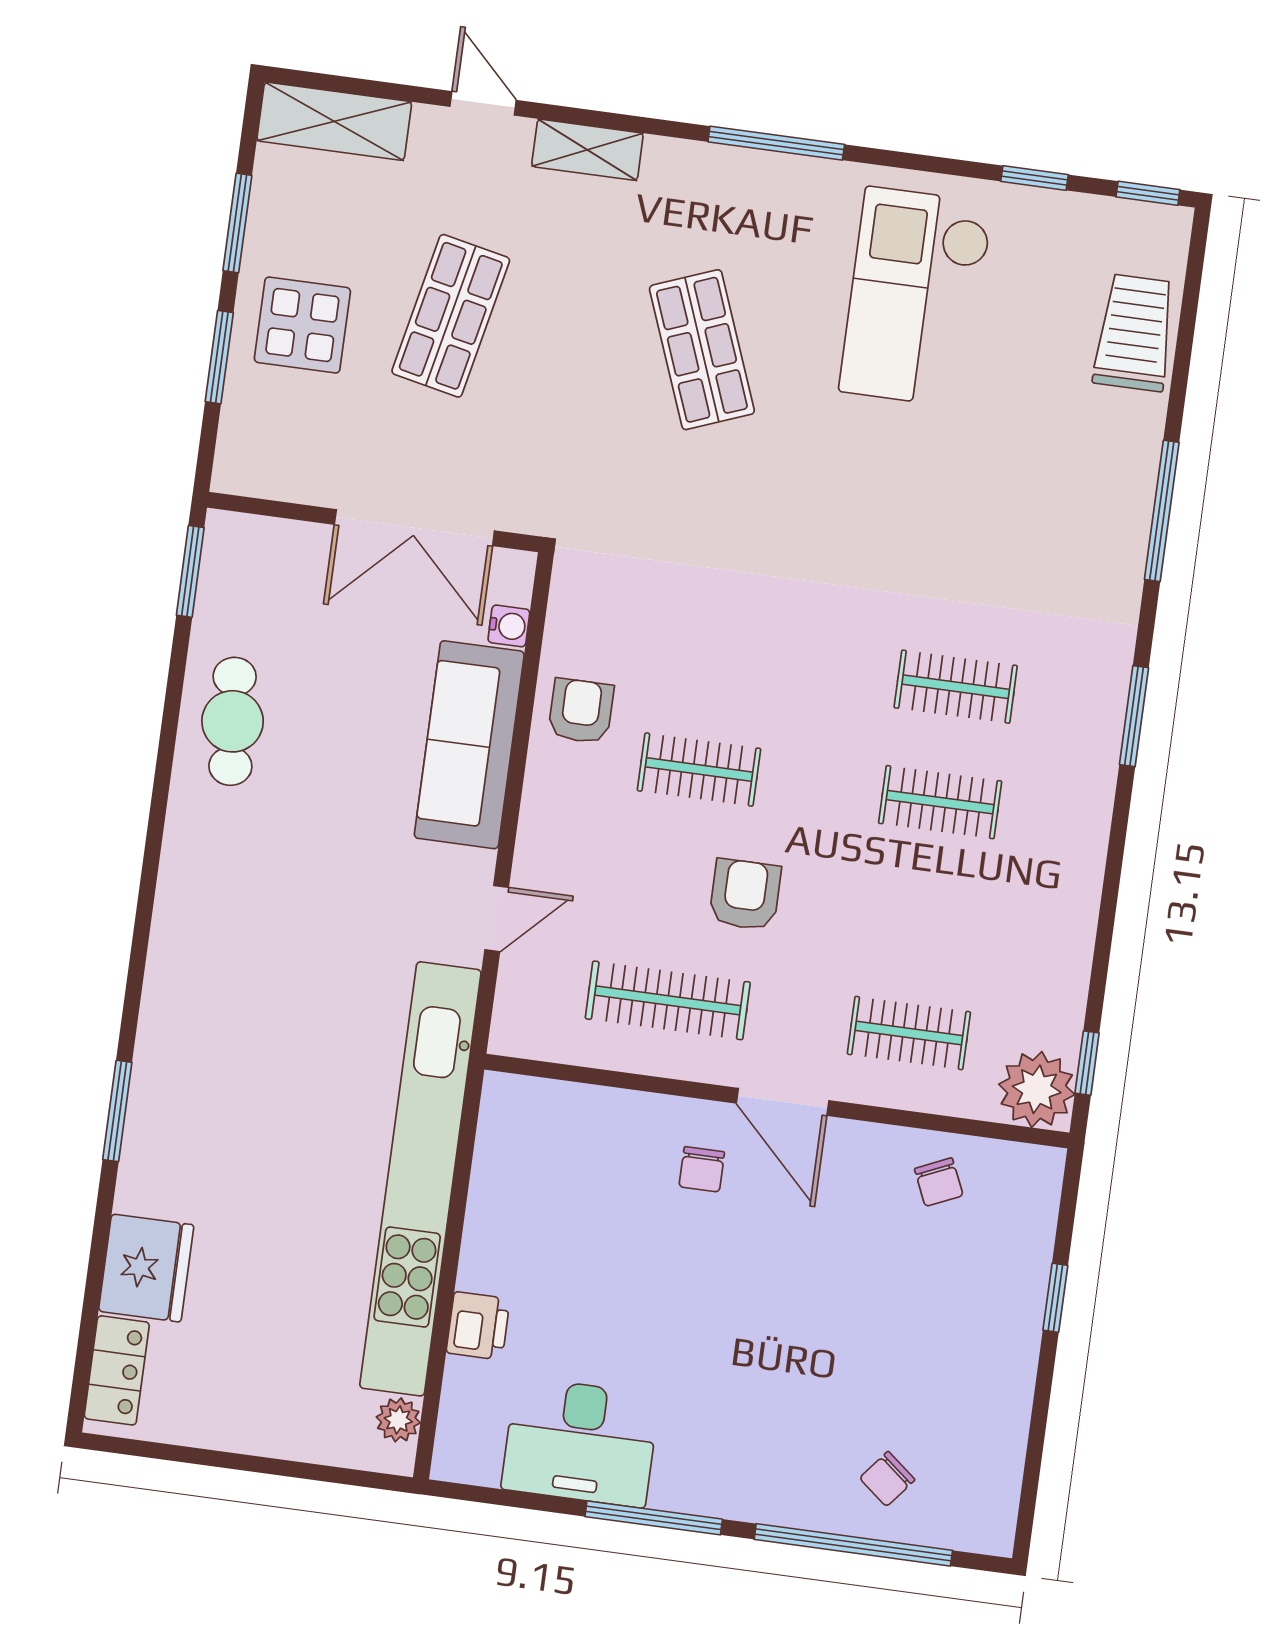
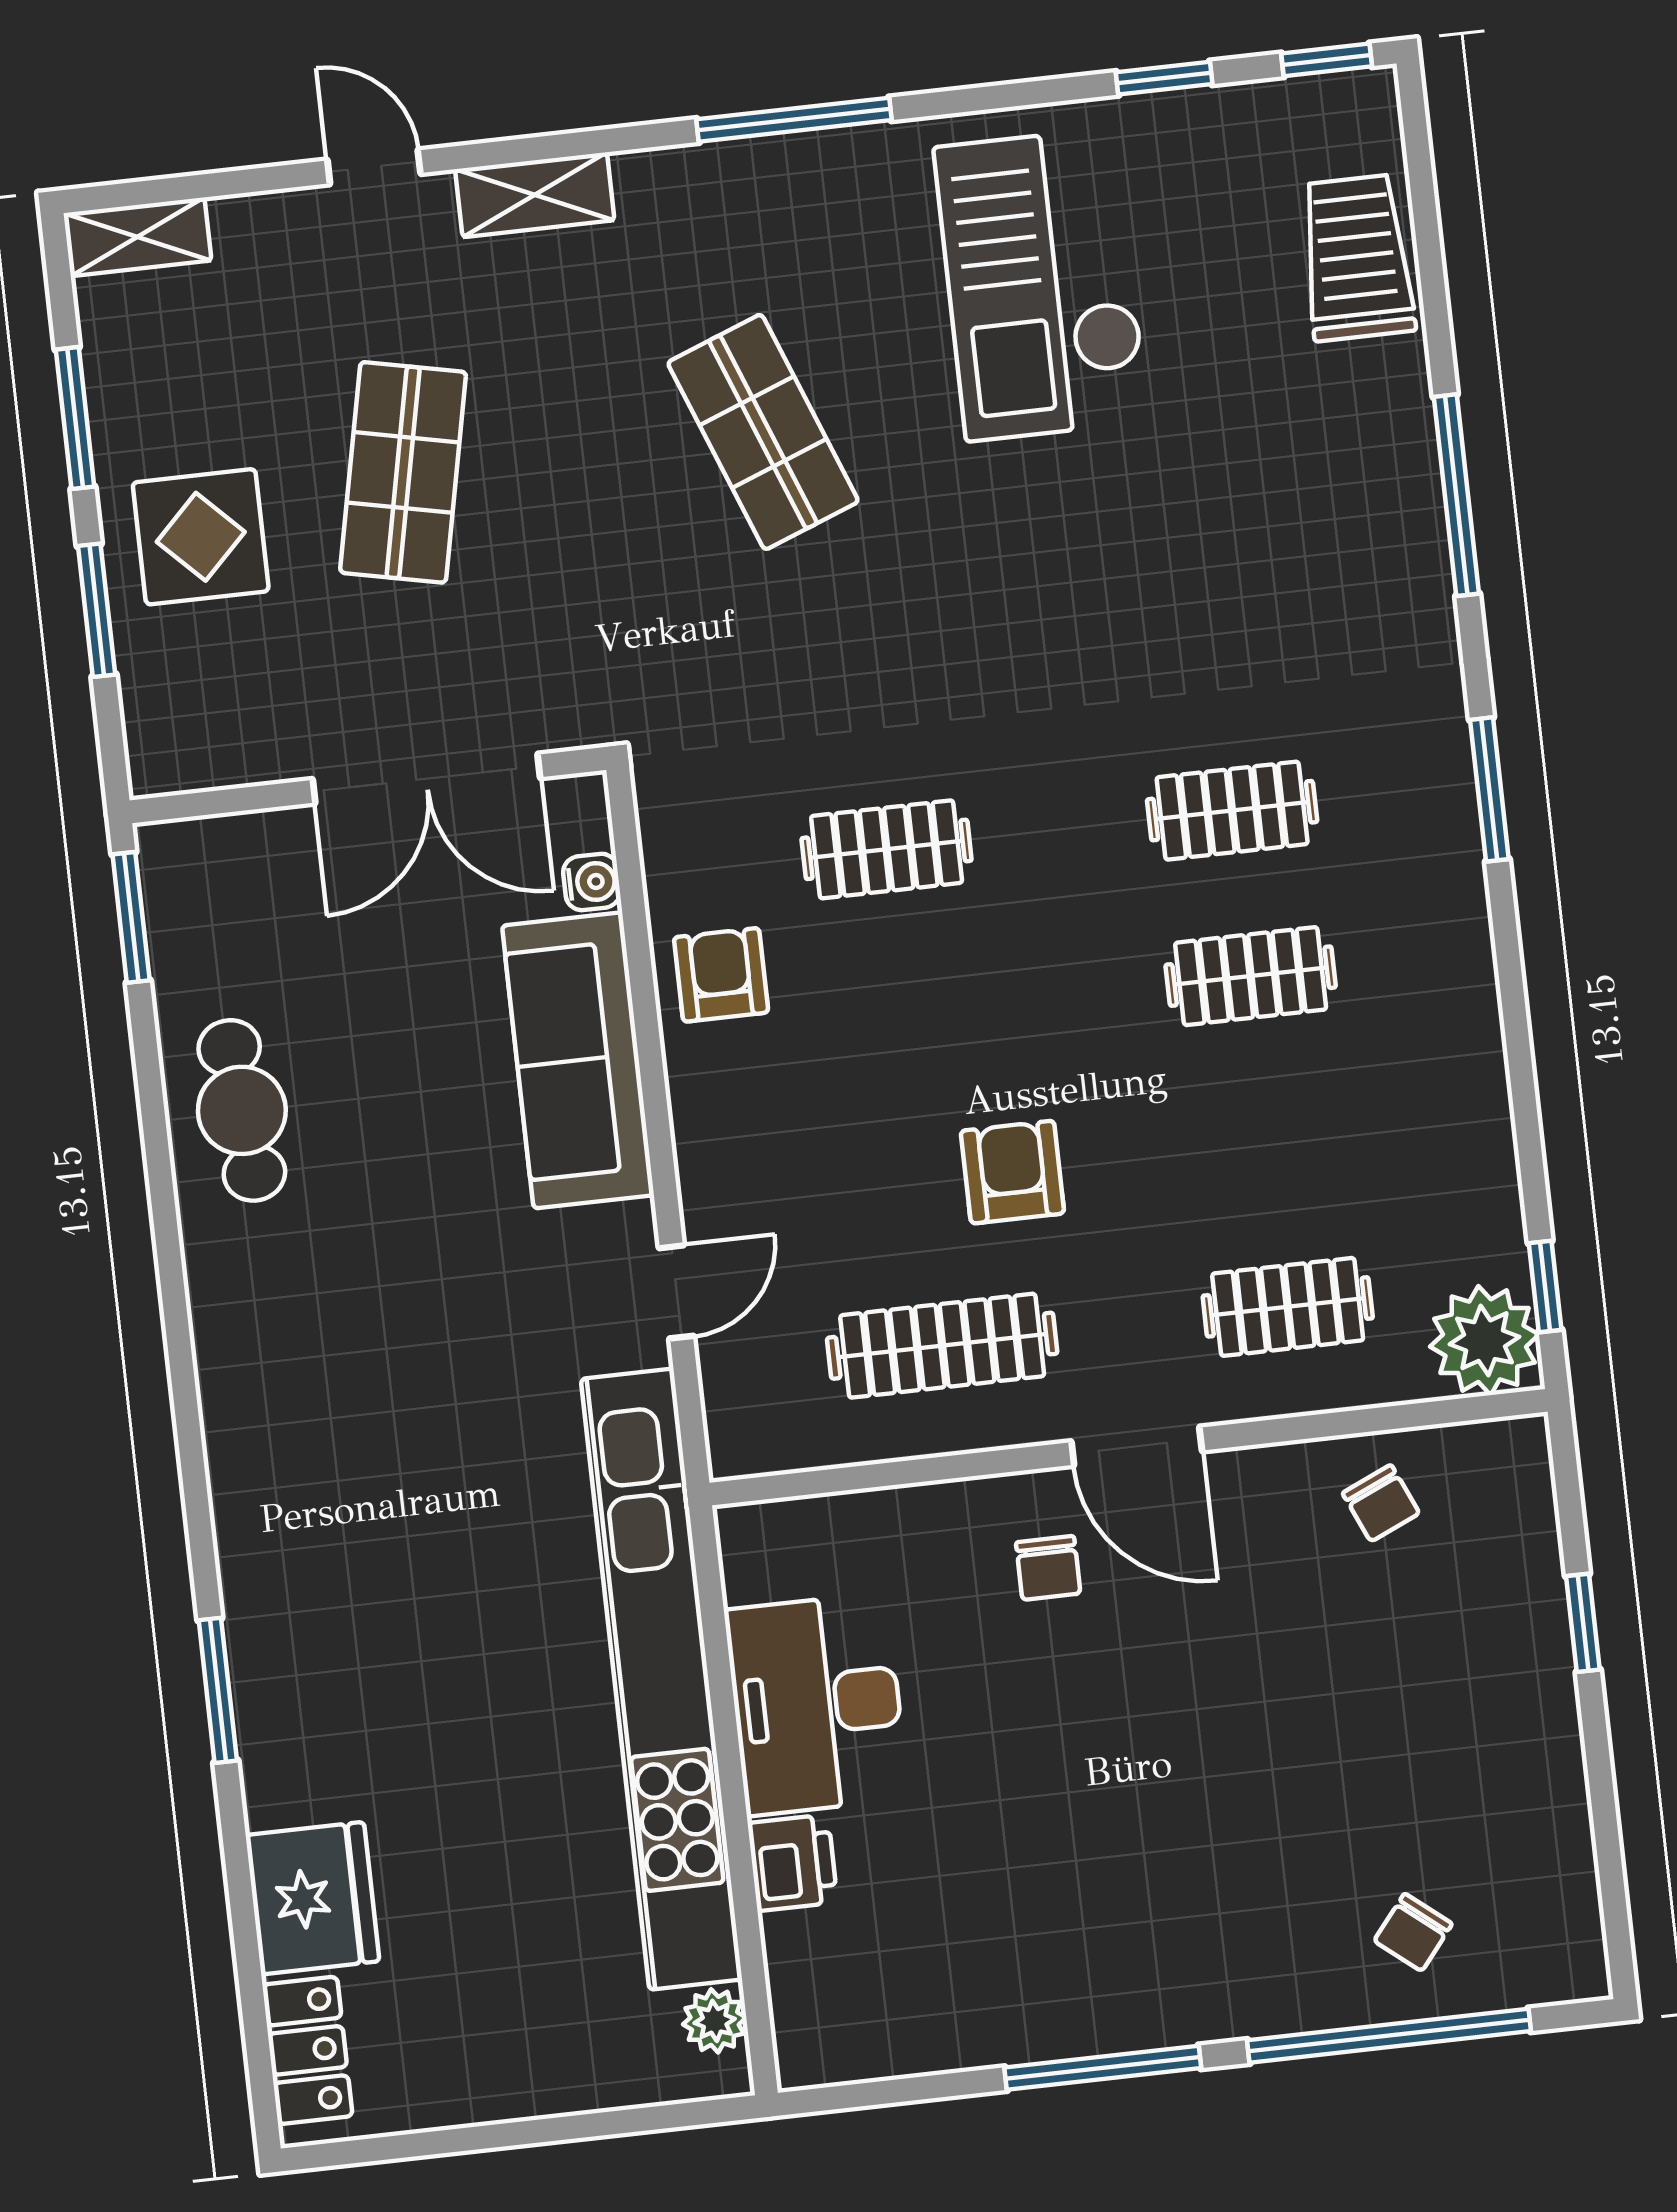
shelving: (334, 121) -> (137, 237), width x0.67, depth x0.75
clothes rail: (699, 770) -> (887, 849), moved
desk: (580, 1442) -> (817, 1704), moved, turned 90

